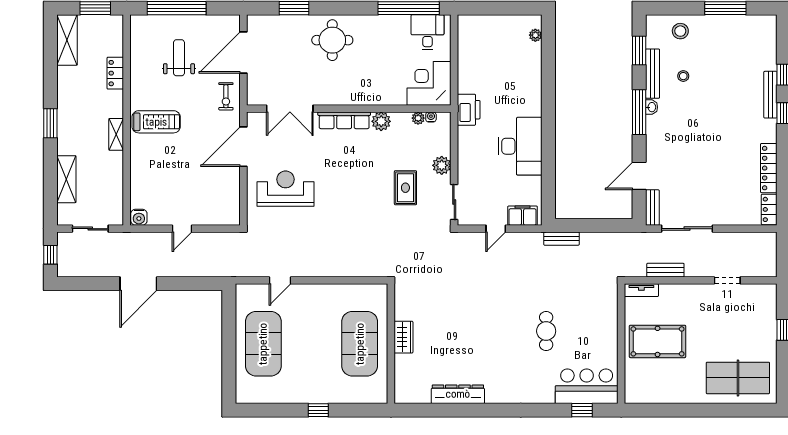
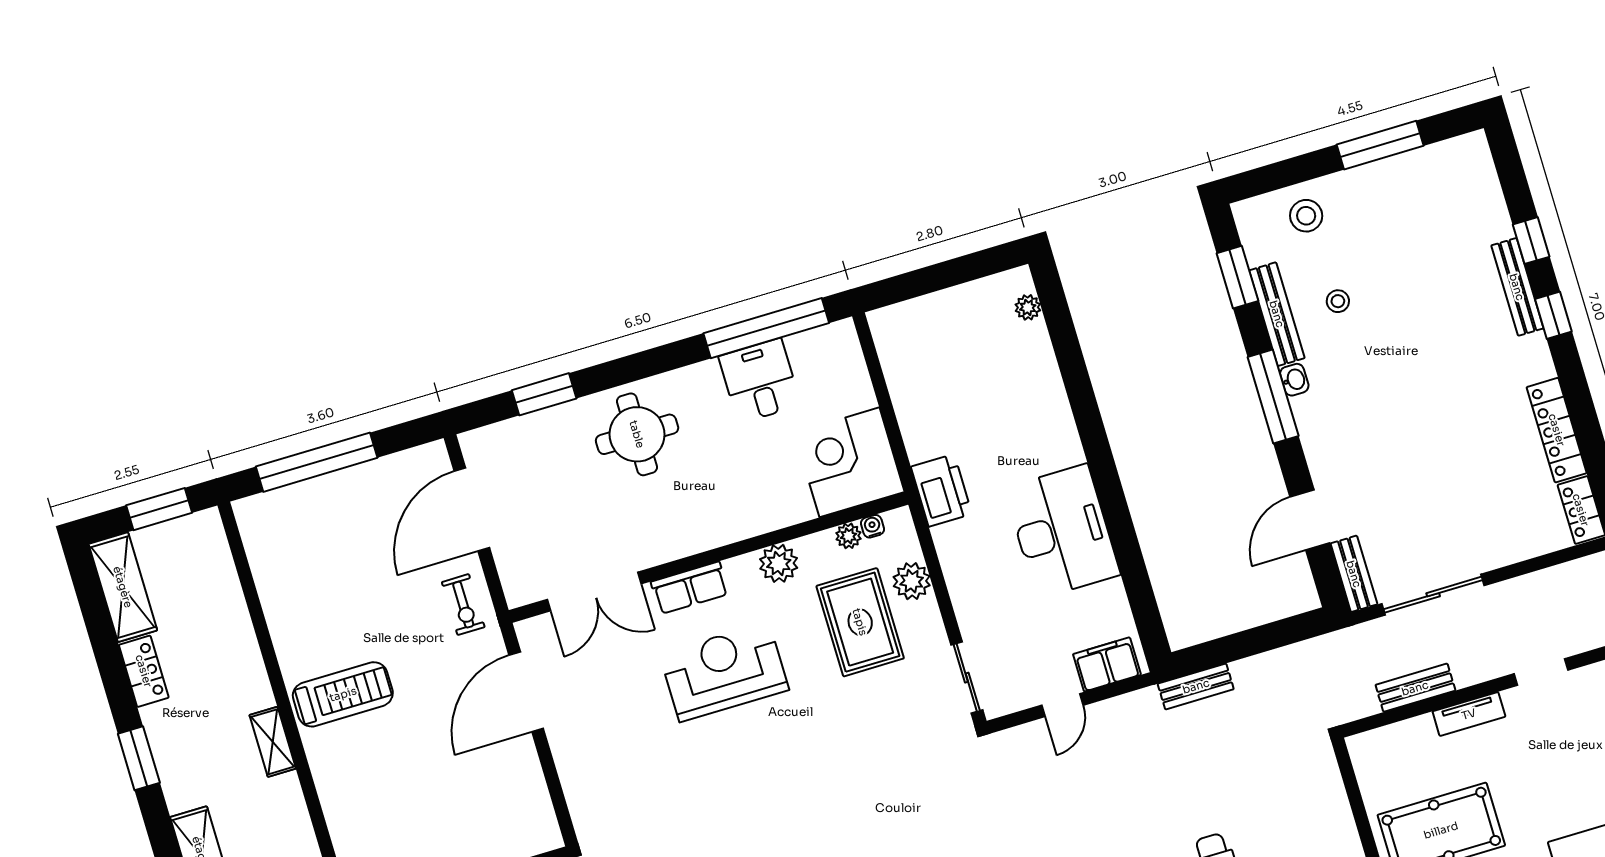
desk: (428, 32) -> (760, 381), moved
weight bench: (179, 58) -> (350, 557), removed
locker: (115, 73) -> (144, 671), moved, turned 180
row of seats: (344, 120) -> (690, 588), width x0.68
plant: (442, 165) -> (912, 581), moved
rug: (405, 188) -> (860, 622), moved, width x1.36, depth x1.43
reception desk: (286, 189) -> (724, 672), moved
tv unit: (641, 290) -> (1469, 714), moved

